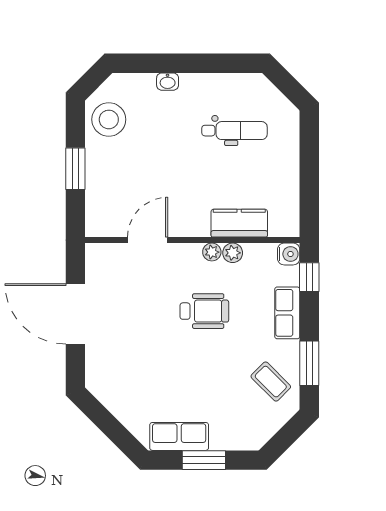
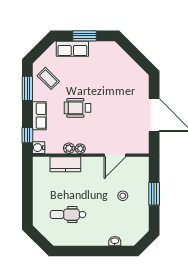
washbasin: (168, 82) -> (115, 241), moved
stool: (109, 119) -> (123, 196), moved, width x0.53, depth x0.53
wheelchair: (204, 311) -> (77, 108), moved
row of seats: (179, 436) -> (72, 49), moved

